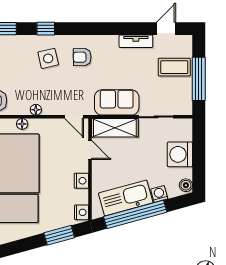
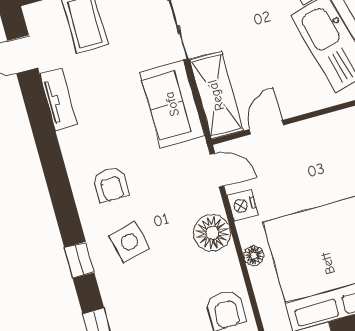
floor lamp: (36, 110) -> (212, 233), width x1.89, depth x1.89
door: (74, 117) -> (217, 170), hinge flipped
nightstand: (81, 181) -> (243, 205), moved, turned -90

